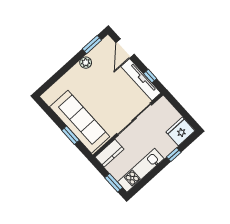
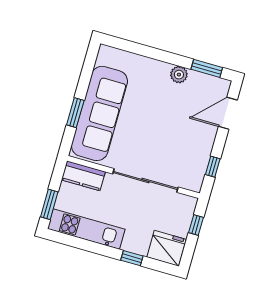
tv unit: (141, 80) -> (201, 158), removed
window: (178, 106) -> (196, 225), added

